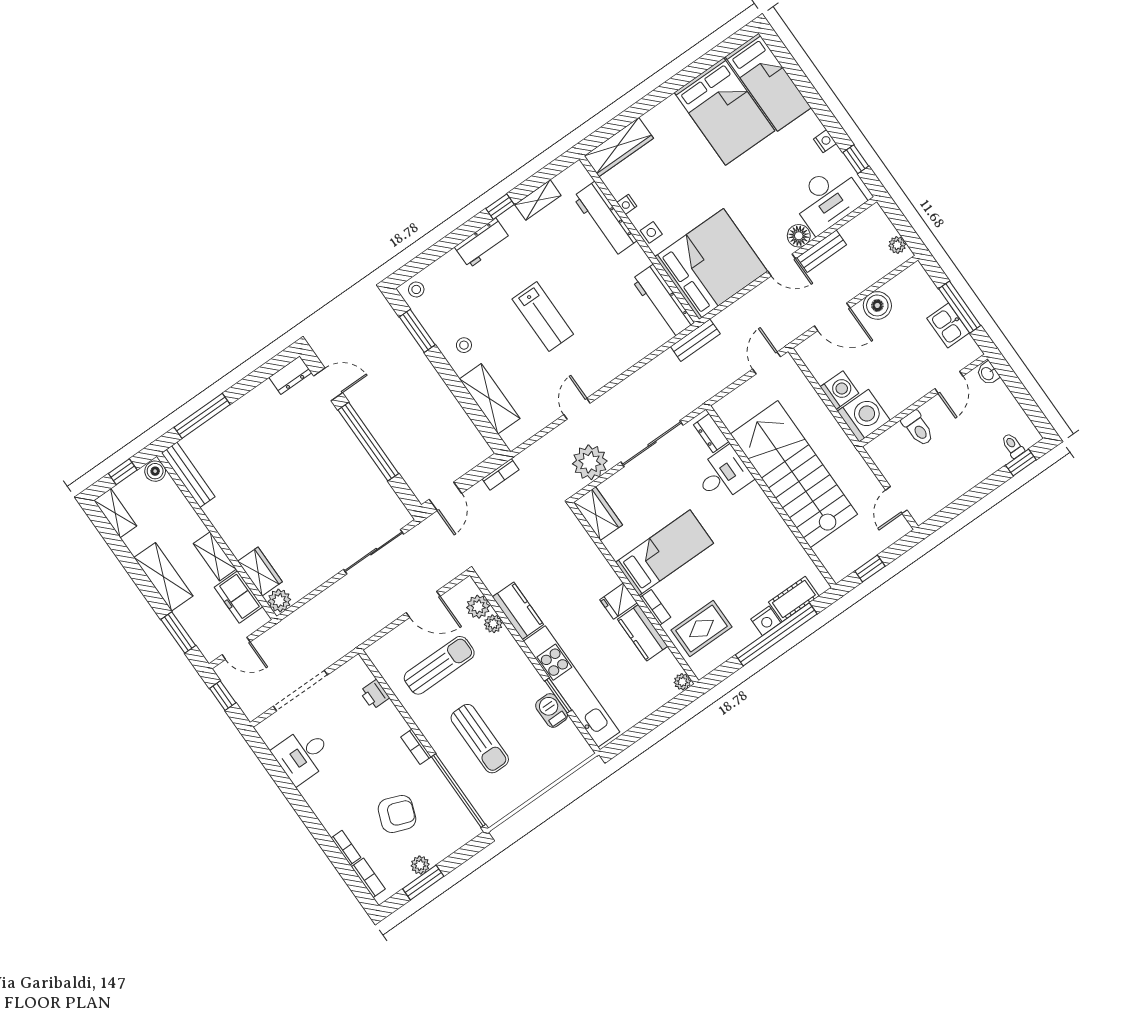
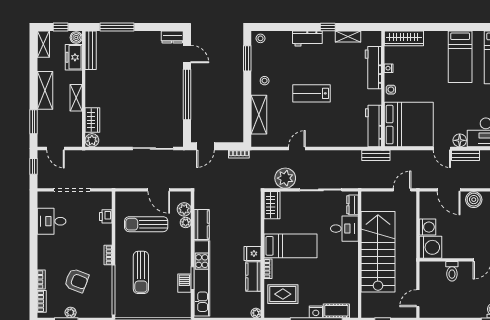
bed: (725, 112) -> (460, 57), width x0.67
lab bench: (543, 317) -> (311, 93), turned 90
freezer: (239, 597) -> (74, 57), moved
sun lounger: (439, 665) -> (146, 224), turned 180

